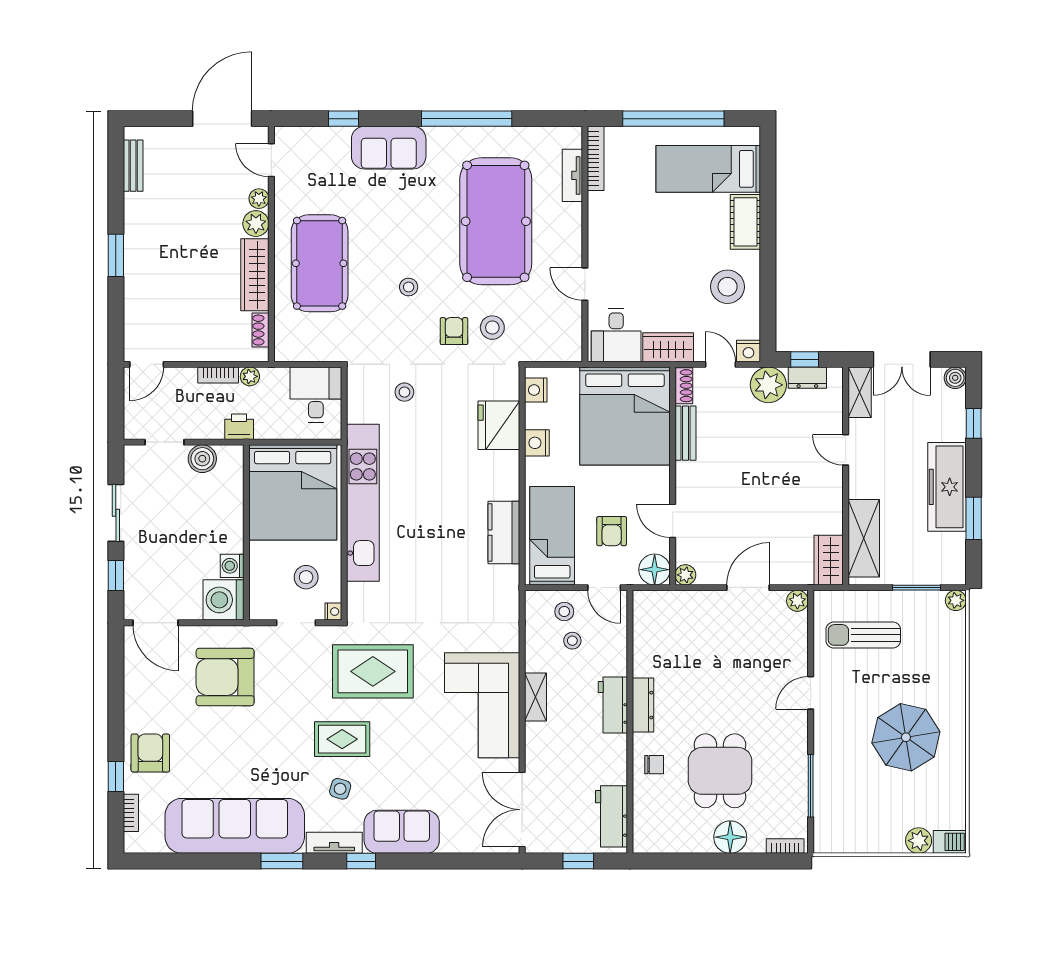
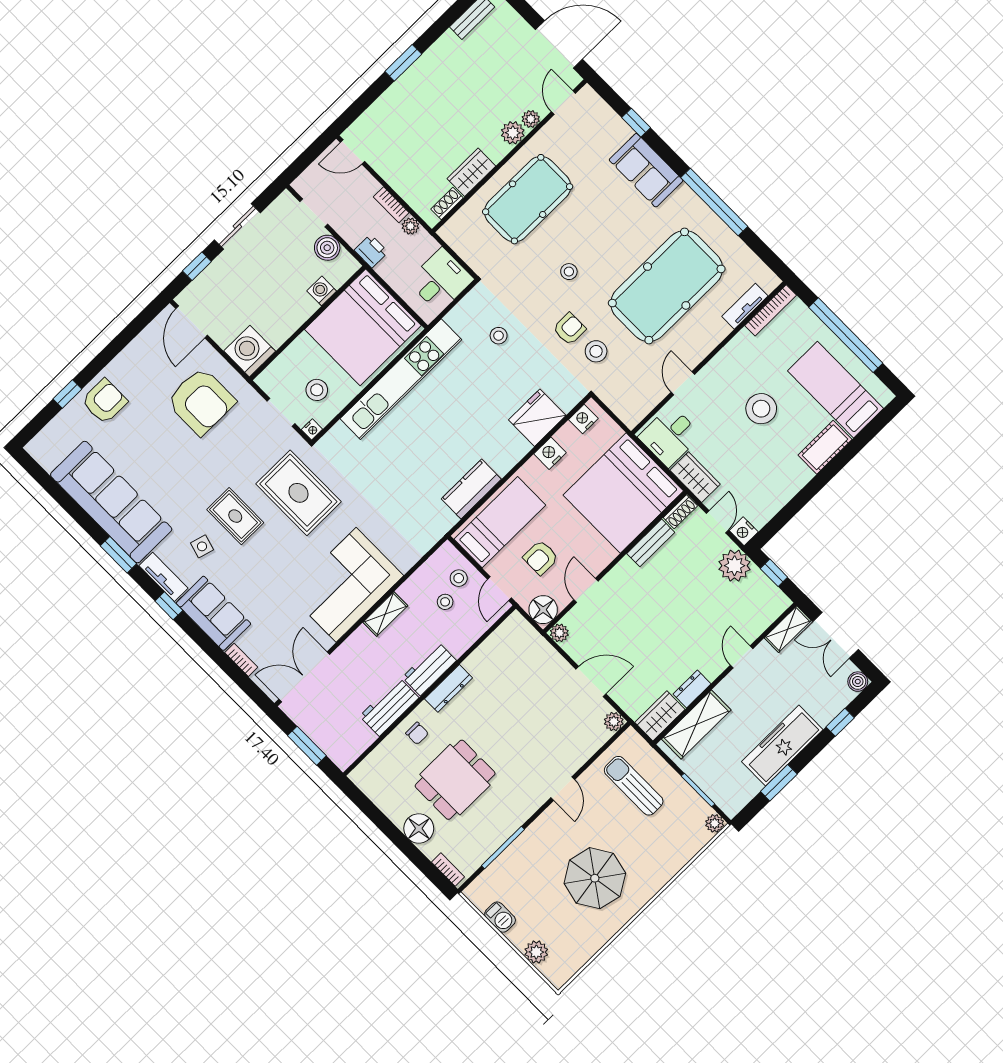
wardrobe: (255, 275) -> (471, 172), width x0.67
stool: (728, 287) -> (761, 409), moved
dresser: (807, 378) -> (692, 689), moved, turned 90
washing machine: (232, 566) -> (322, 291), moved
armchair: (225, 677) -> (201, 401), turned 180
door: (811, 693) -> (563, 789), swing flipped
bookcase: (131, 813) -> (241, 660), moved, turned -90
workbench: (612, 816) -> (389, 707), moved
barbecue: (950, 842) -> (500, 917), moved
window: (578, 861) -> (307, 746), width x1.50

